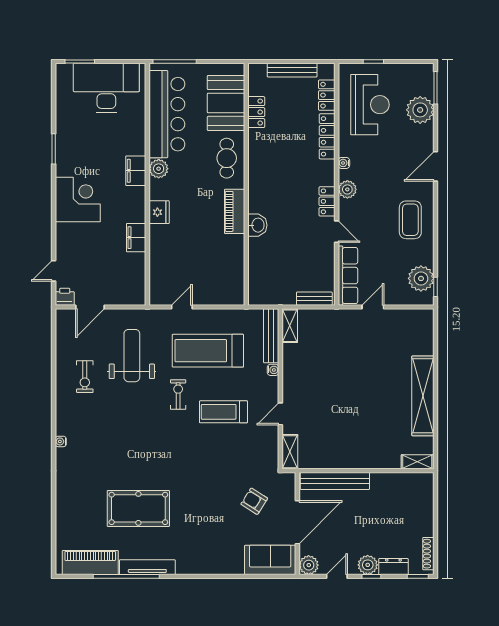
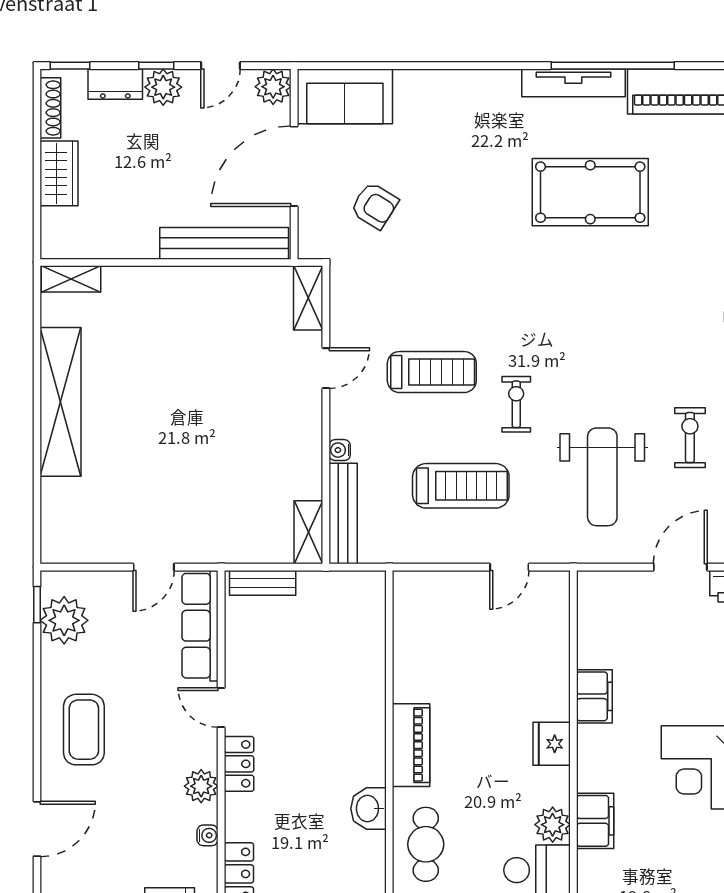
washbasin: (257, 225) -> (369, 809), moved
treadmill: (208, 351) -> (461, 486), width x0.73, depth x0.73
exercise bike: (178, 394) -> (516, 404), turned 180
wardrobe: (424, 519) -> (59, 173), added

